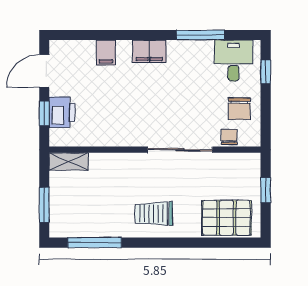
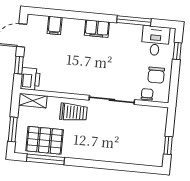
filing cabinet: (106, 52) -> (55, 25), moved
printer: (62, 112) -> (30, 79), moved
window: (266, 190) -> (168, 145), moved
trolley: (154, 214) -> (74, 112), moved, turned 180
pallet: (226, 218) -> (45, 140), moved

